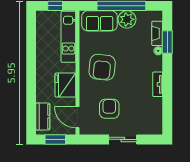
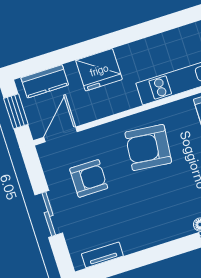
tv unit: (158, 84) -> (102, 255), moved
fridge: (65, 85) -> (99, 70), moved, turned 180

